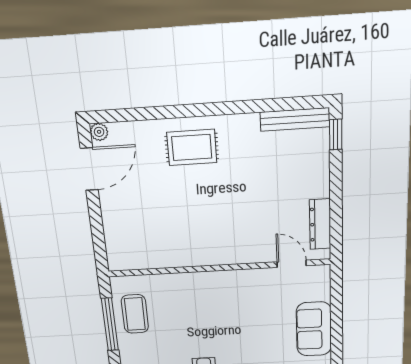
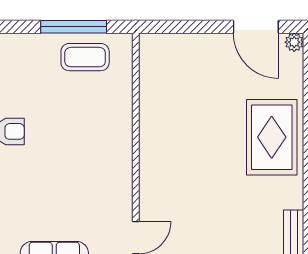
rug: (192, 147) -> (272, 137), width x1.36, depth x1.43

